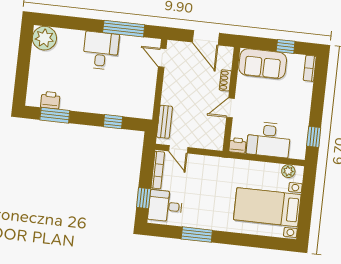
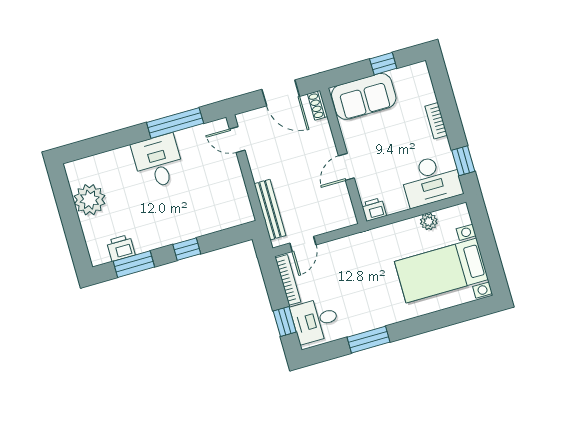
plant: (44, 38) -> (90, 200), moved
bookcase: (310, 68) -> (436, 121), moved
shoe rack: (225, 80) -> (318, 105), moved
window: (113, 122) -> (187, 249), moved
bench: (164, 122) -> (270, 210), width x1.36
desk: (269, 140) -> (431, 180), moved
door: (178, 149) -> (303, 244), hinge flipped
plant: (288, 171) -> (429, 221), moved

